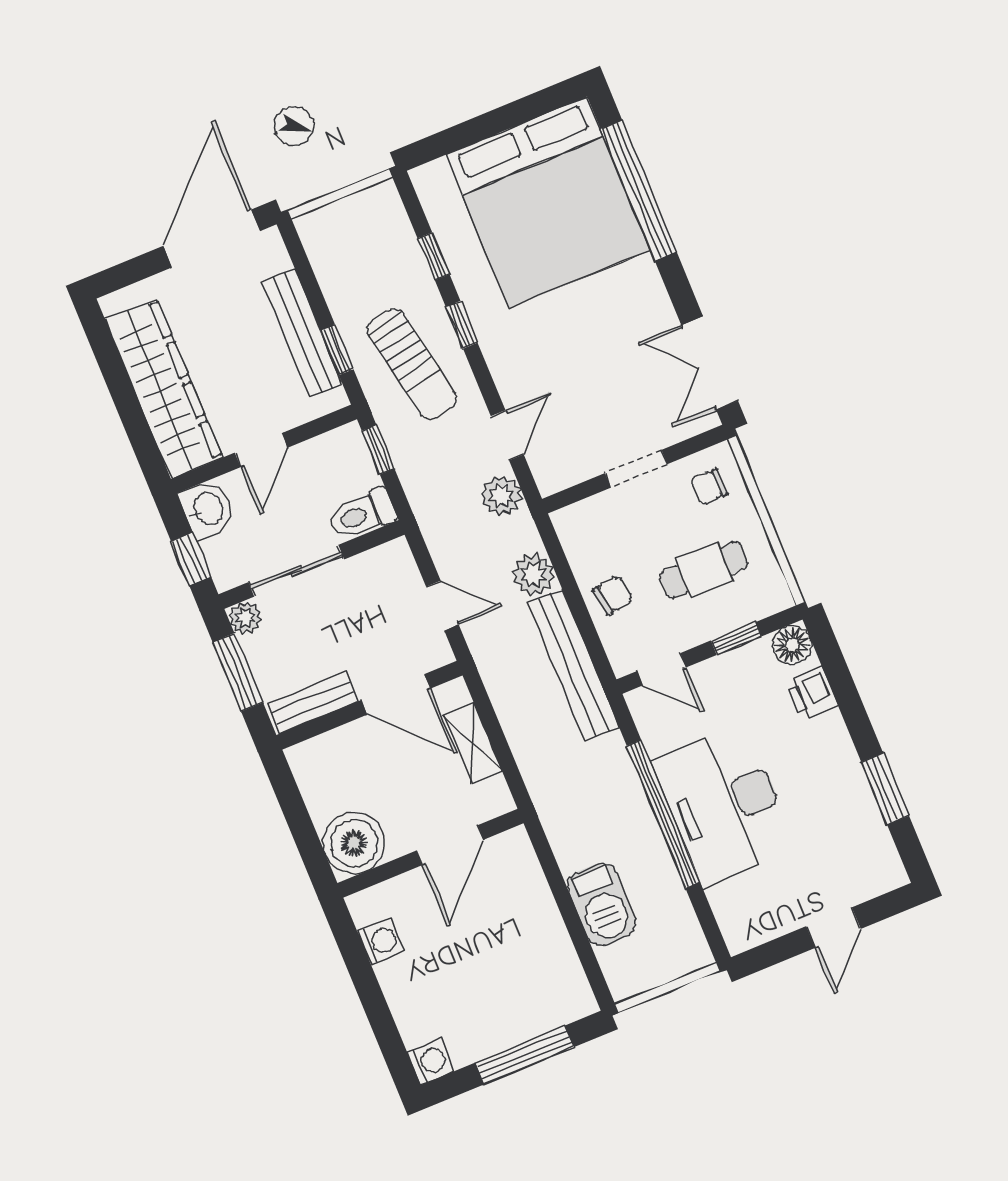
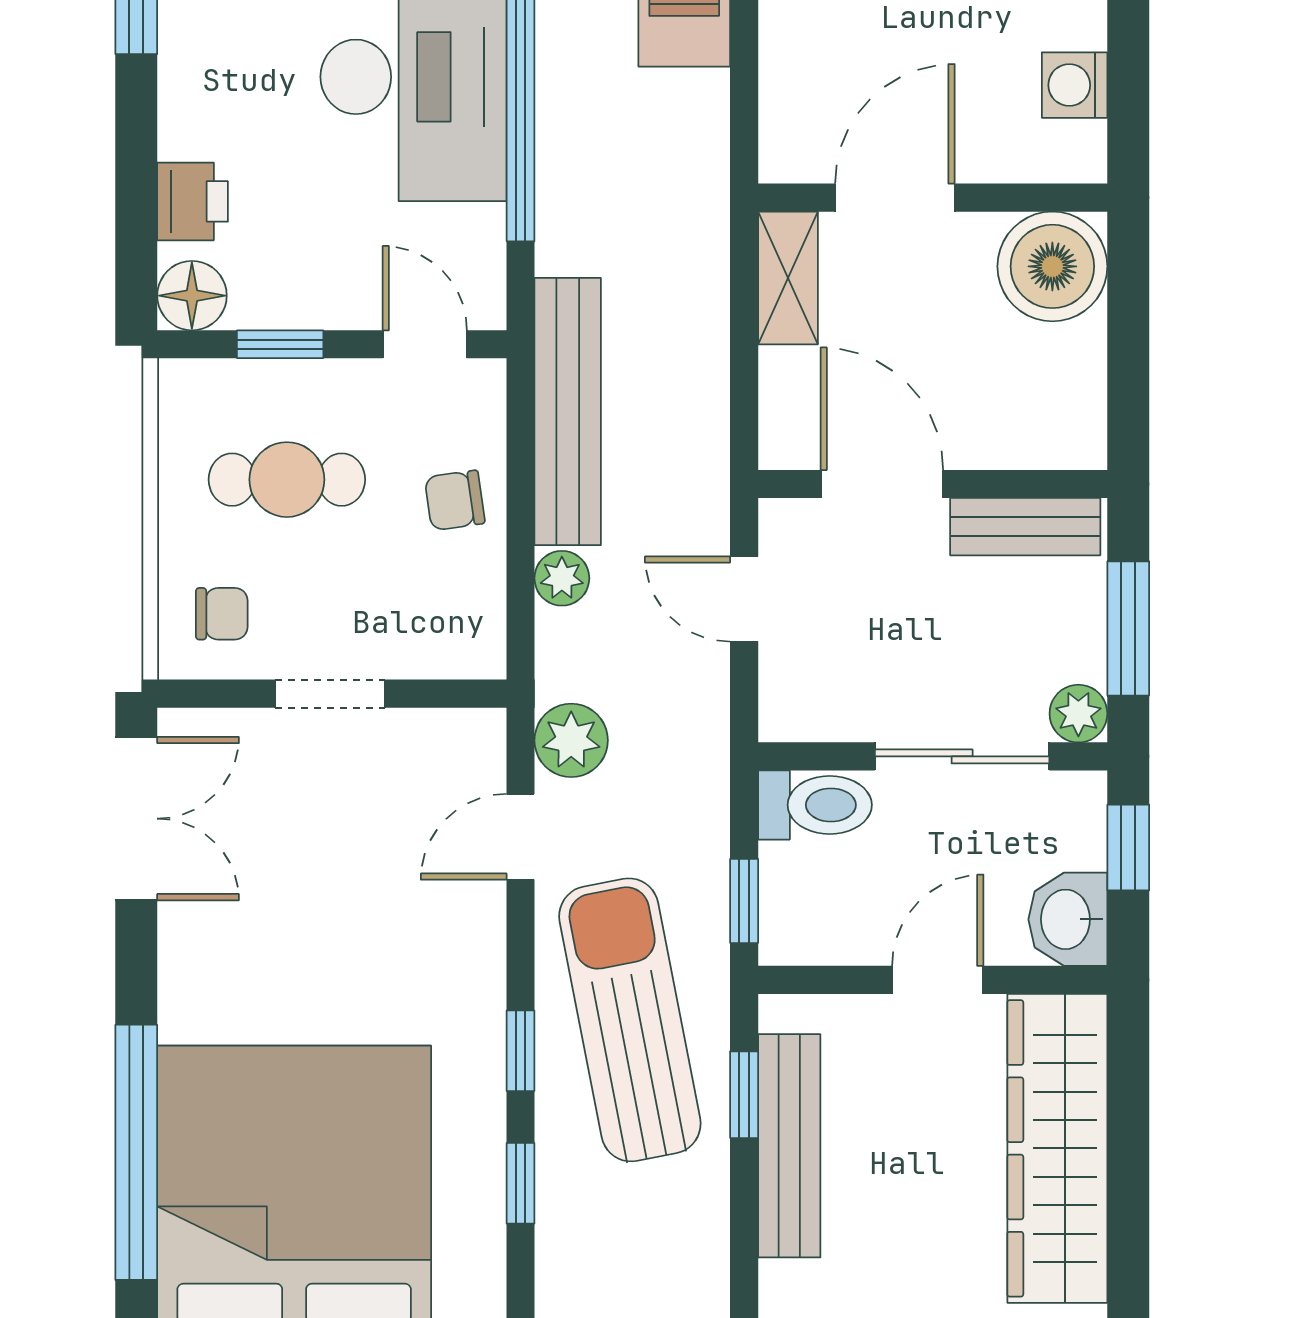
sun lounger: (412, 364) -> (630, 1020), width x1.36, depth x1.34
plant: (533, 574) -> (562, 578), width x0.73, depth x0.73
shelving: (472, 743) -> (788, 278), moved

